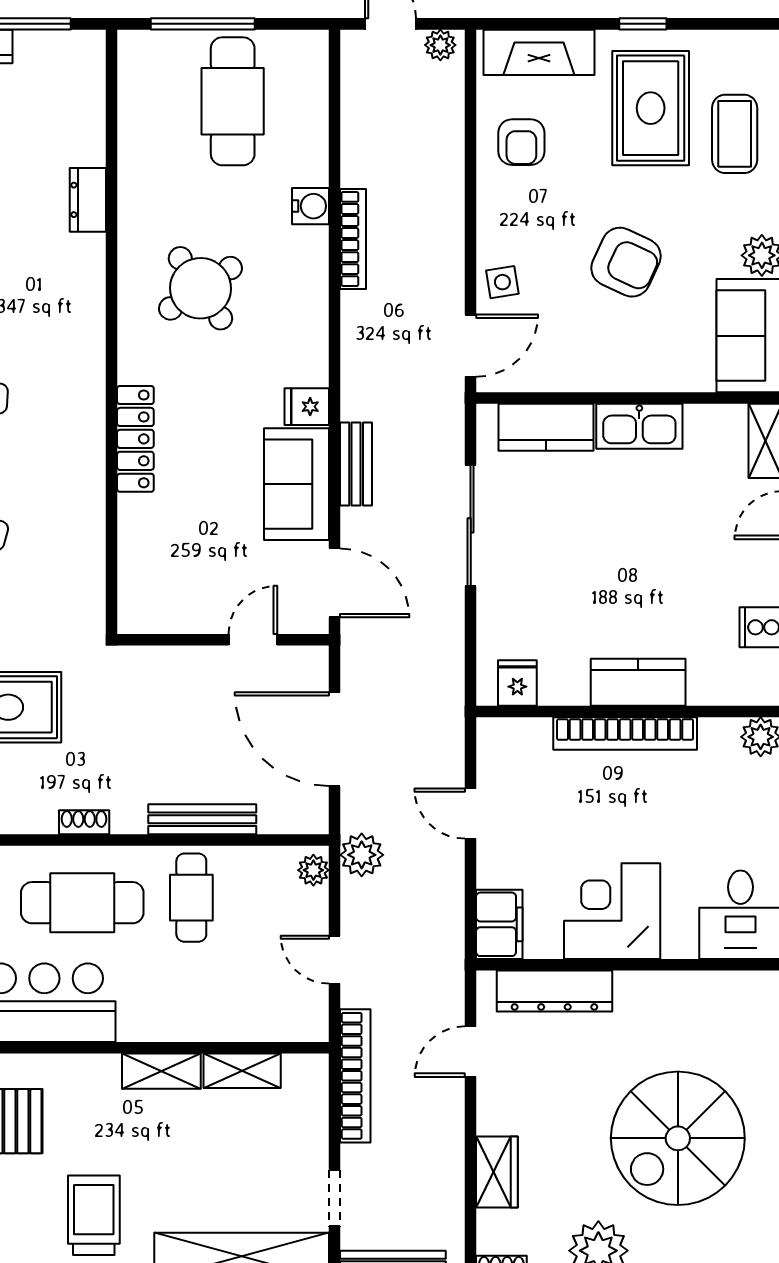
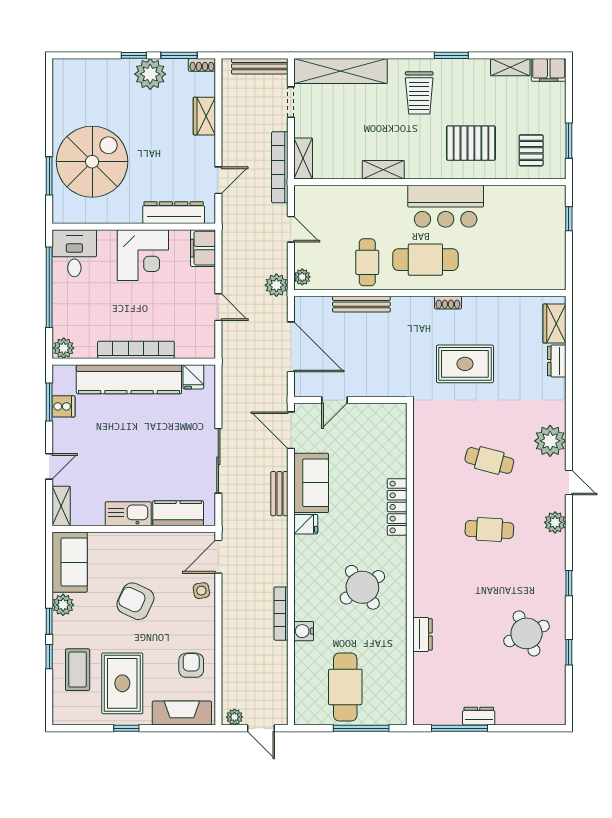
kitchen counter: (638, 682) -> (129, 379), width x2.08, depth x1.17
shoe rack: (84, 822) -> (448, 303), moved
shelving: (242, 1071) -> (303, 158), moved, turned 90
spiral stairs: (678, 1138) -> (92, 162), moved

